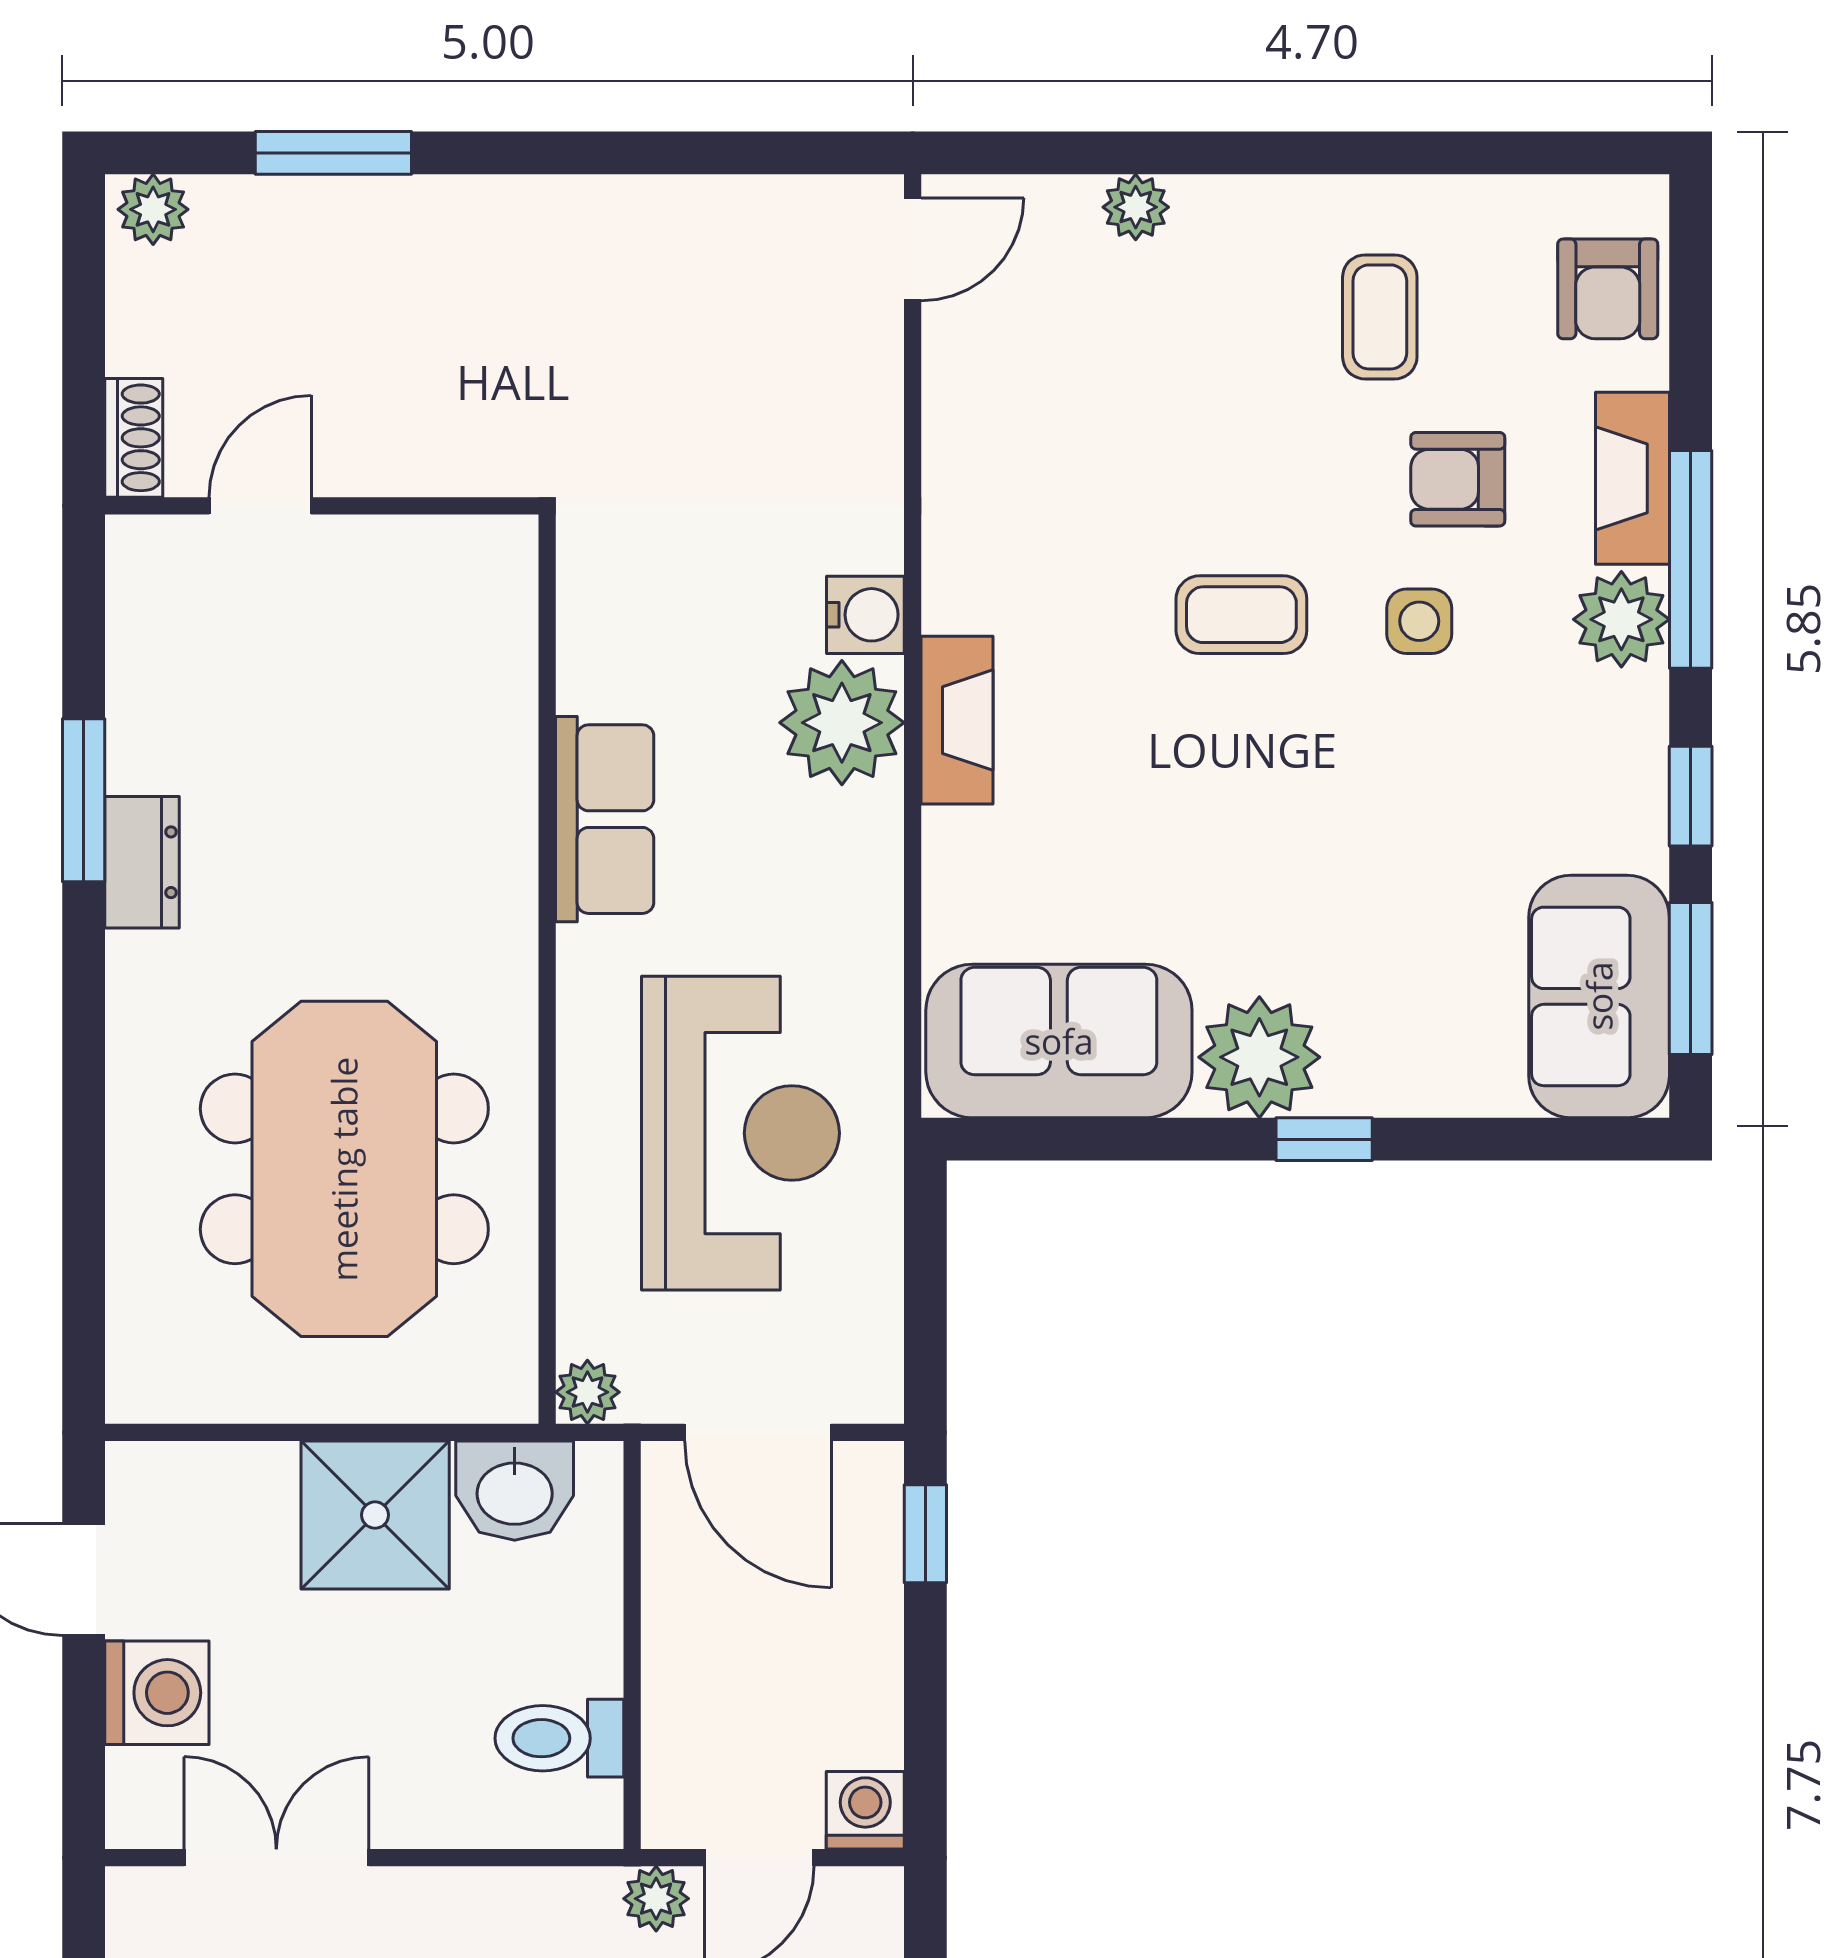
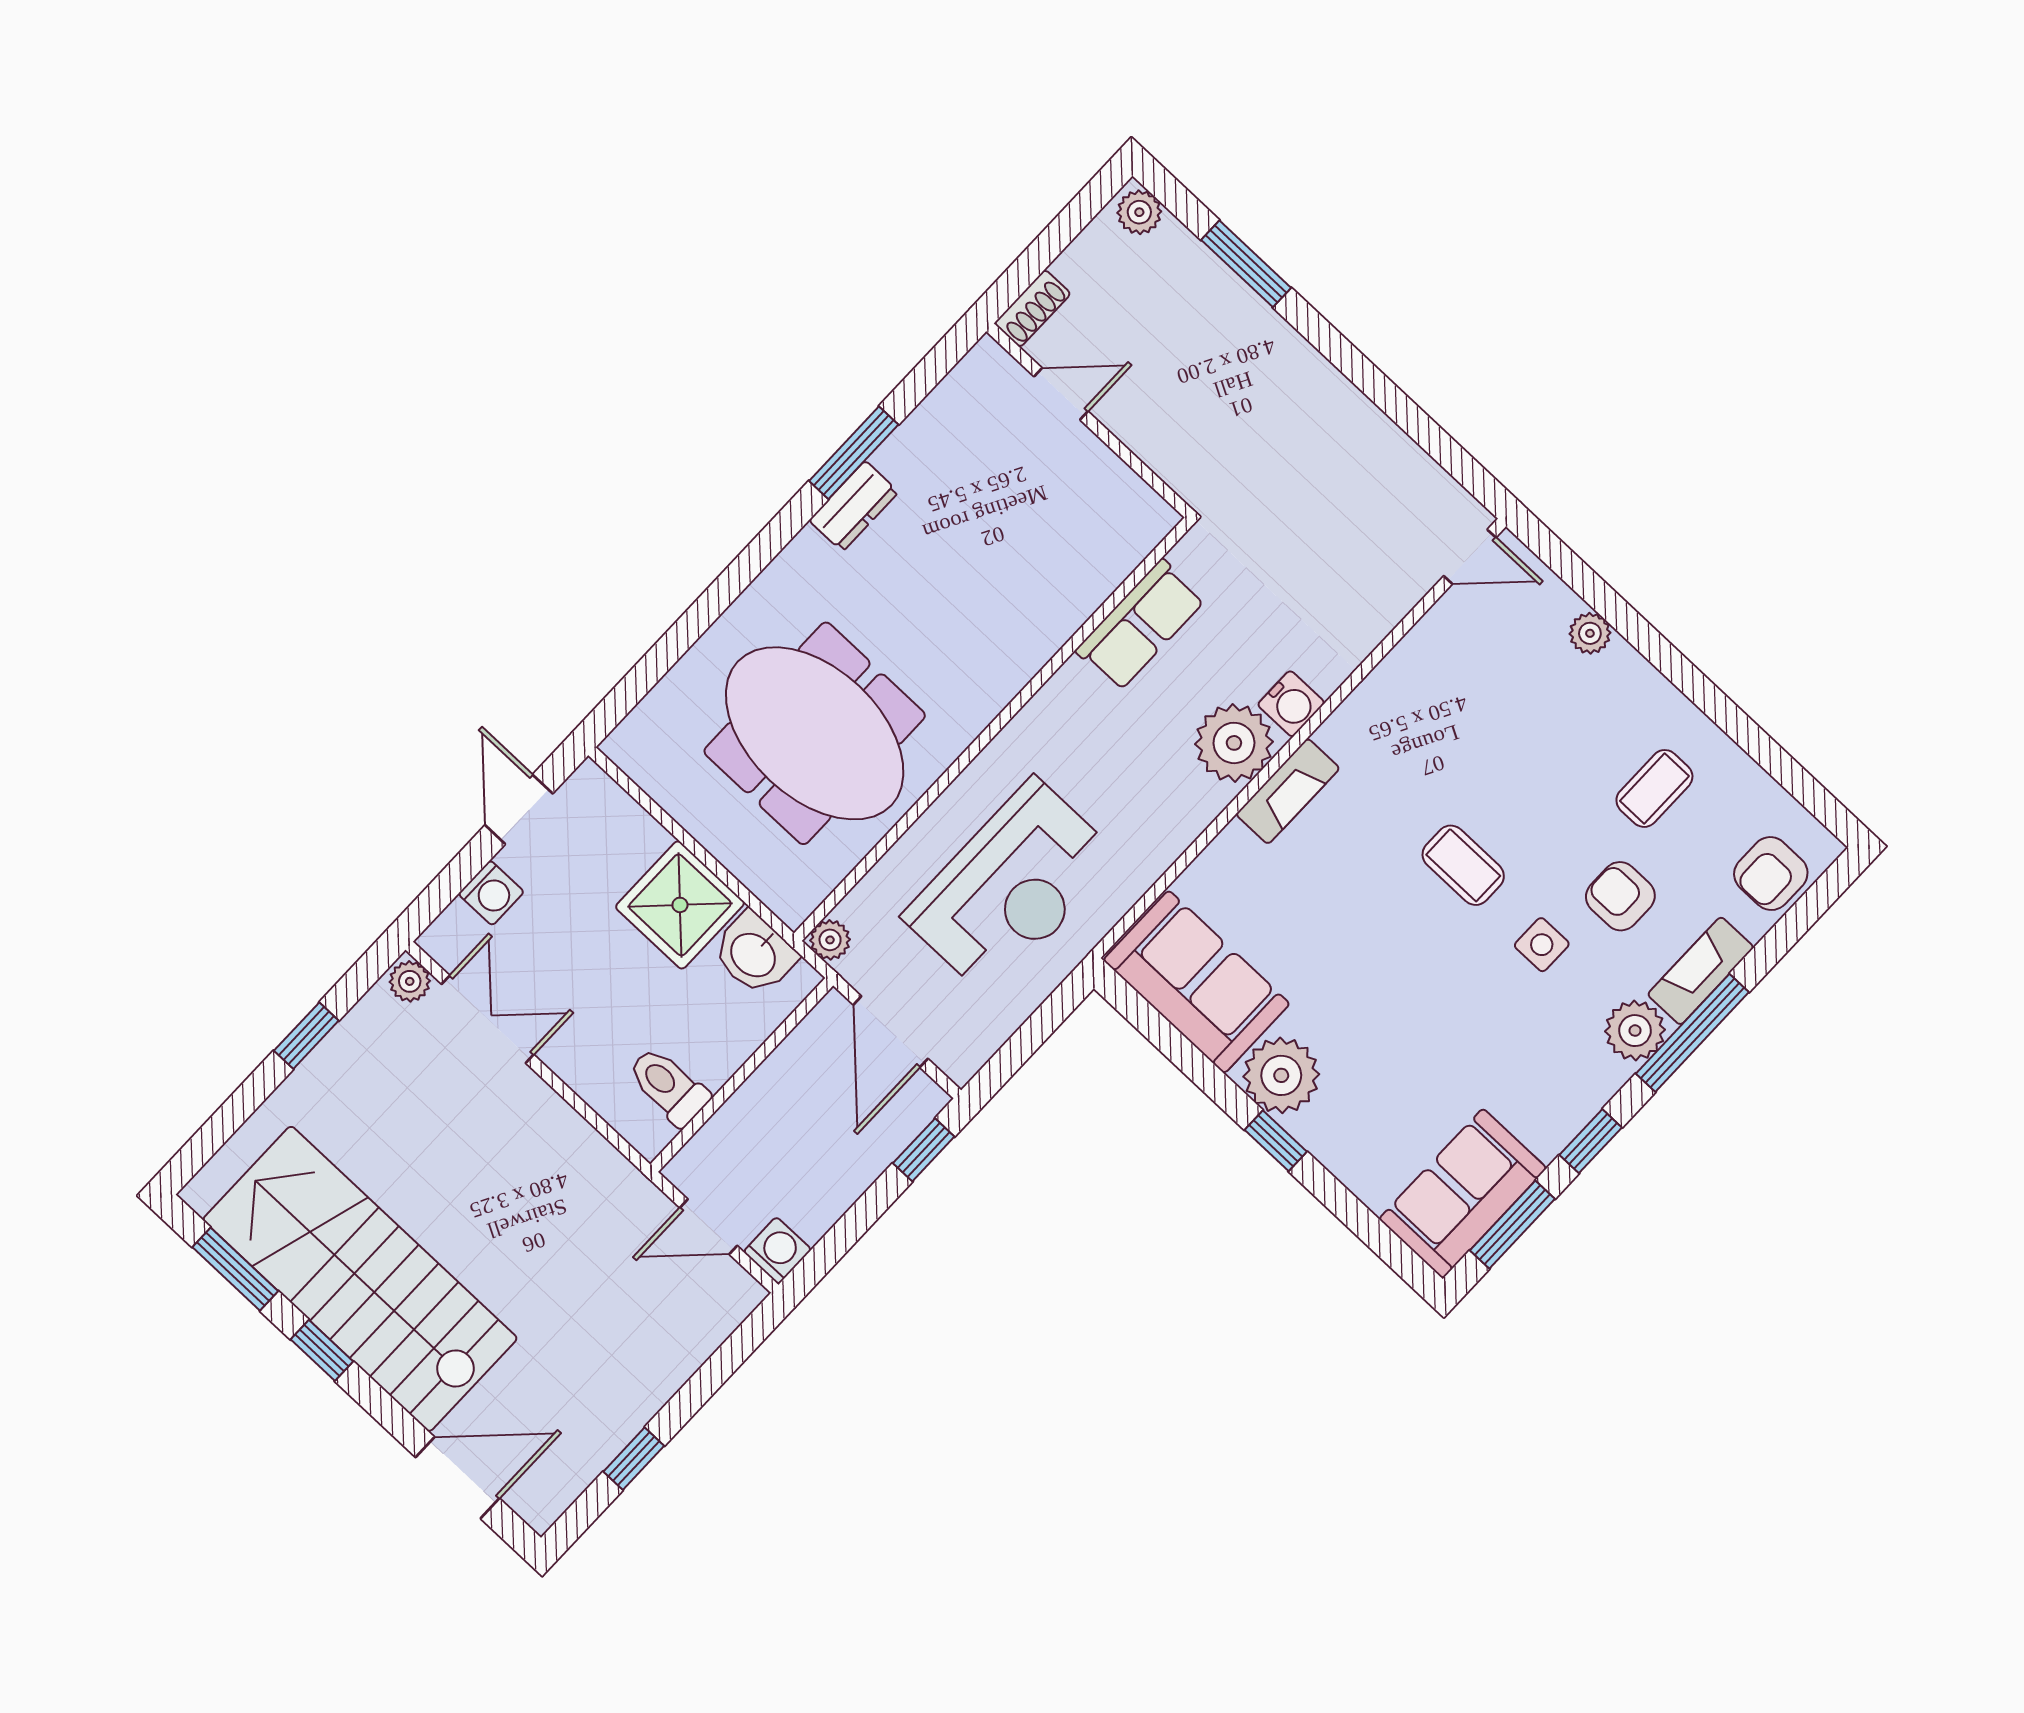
row of seats: (605, 819) -> (1140, 625), moved
meeting table: (344, 1169) -> (815, 733), turned 90
washing machine: (157, 1693) -> (491, 893), width x0.73, depth x0.73
plant: (656, 1899) -> (410, 981), moved

